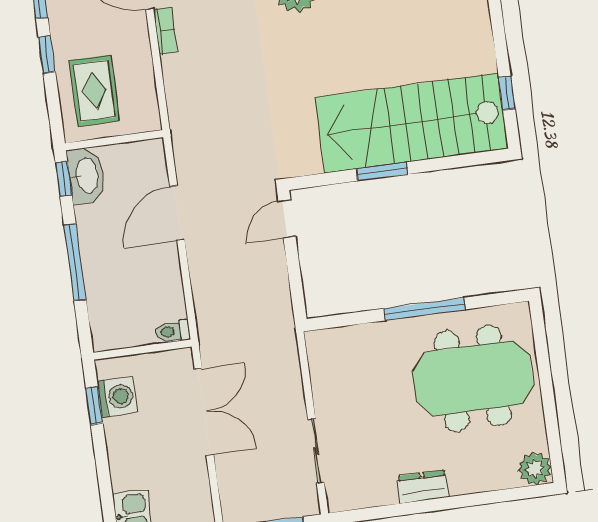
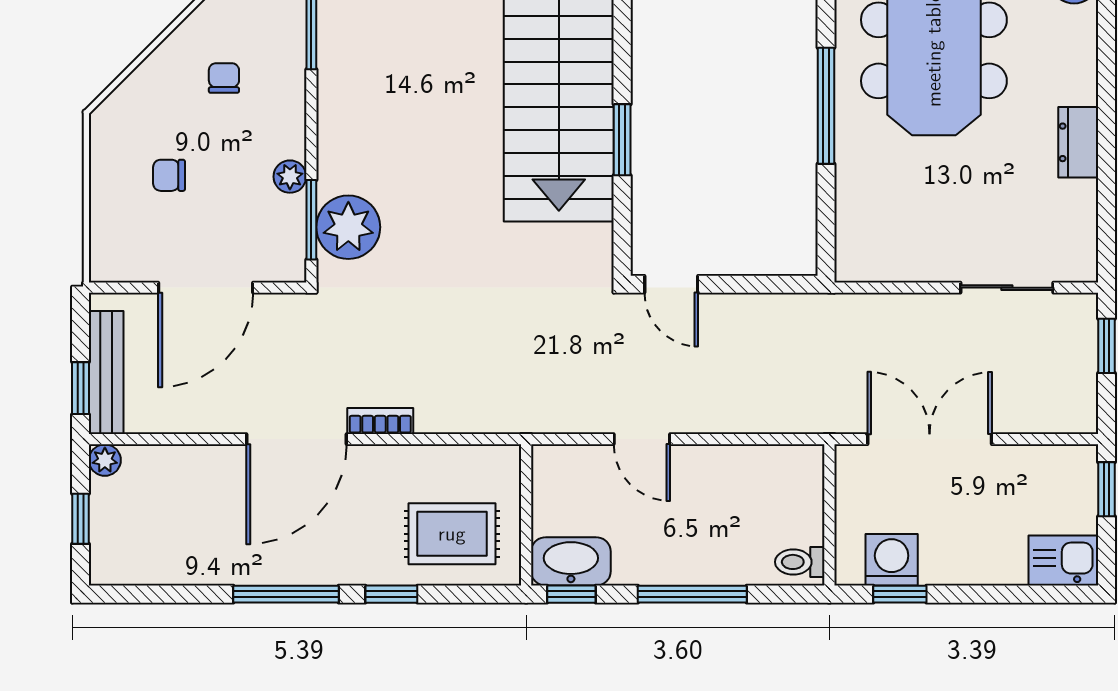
door: (177, 213) -> (642, 439), width x0.73
toilet: (172, 331) -> (800, 562), moved, turned 90

